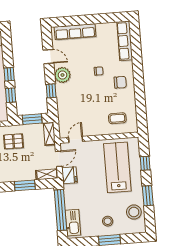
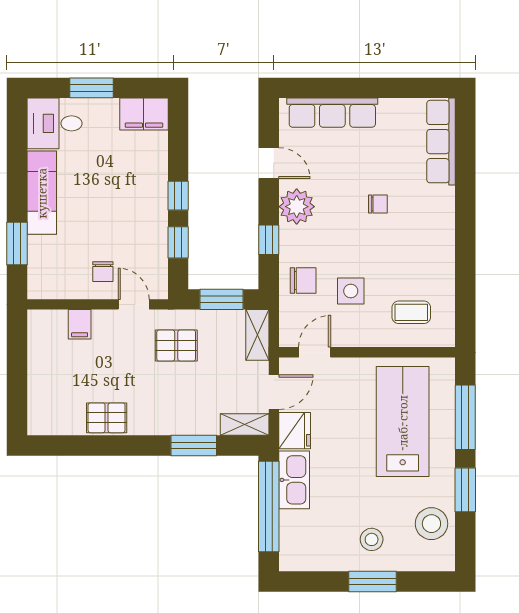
chair: (120, 82) -> (303, 280), moved
side table: (90, 111) -> (351, 291), added
window: (145, 163) -> (465, 417), width x2.17
kitchen sink: (73, 223) -> (294, 480), moved

